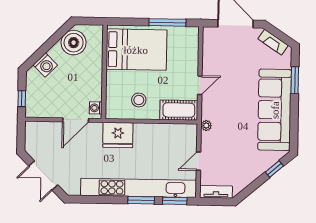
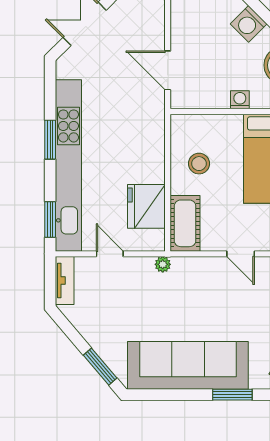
door: (200, 85) -> (241, 254), moved
washing machine: (96, 108) -> (240, 100), moved
fridge: (118, 135) -> (146, 206), moved
window: (274, 169) -> (100, 367), width x1.50
window: (141, 200) -> (50, 140), moved

